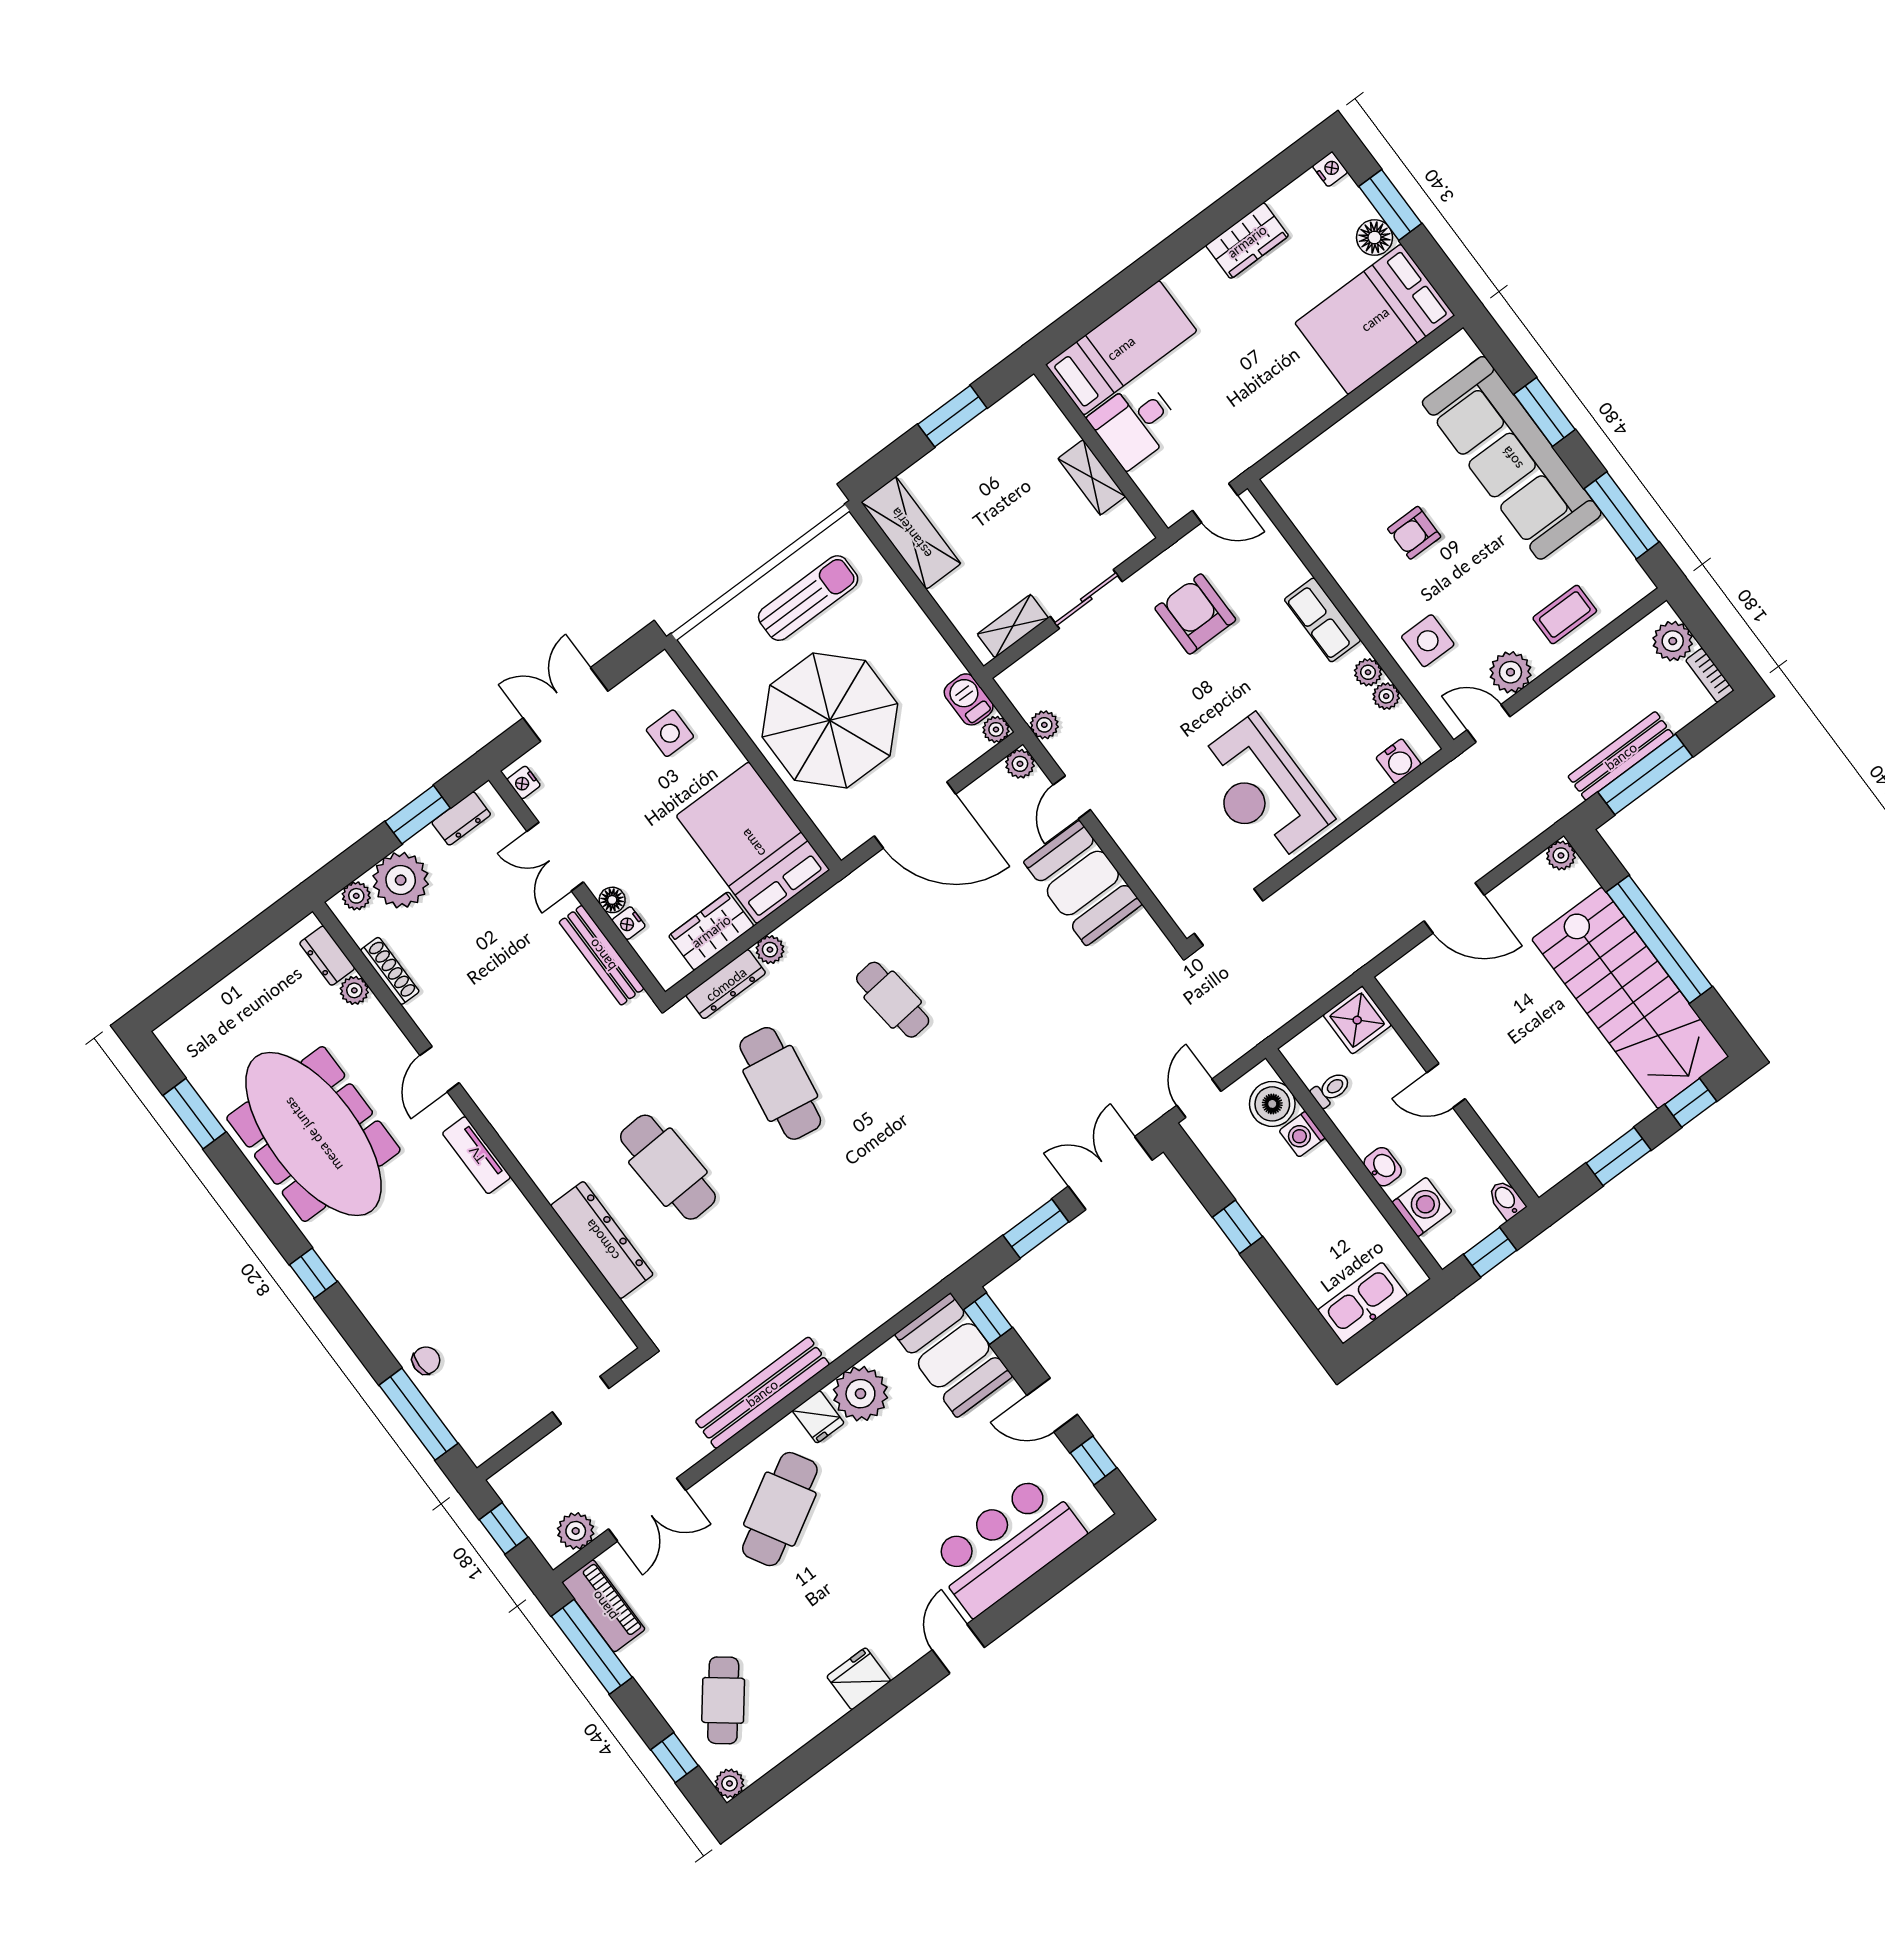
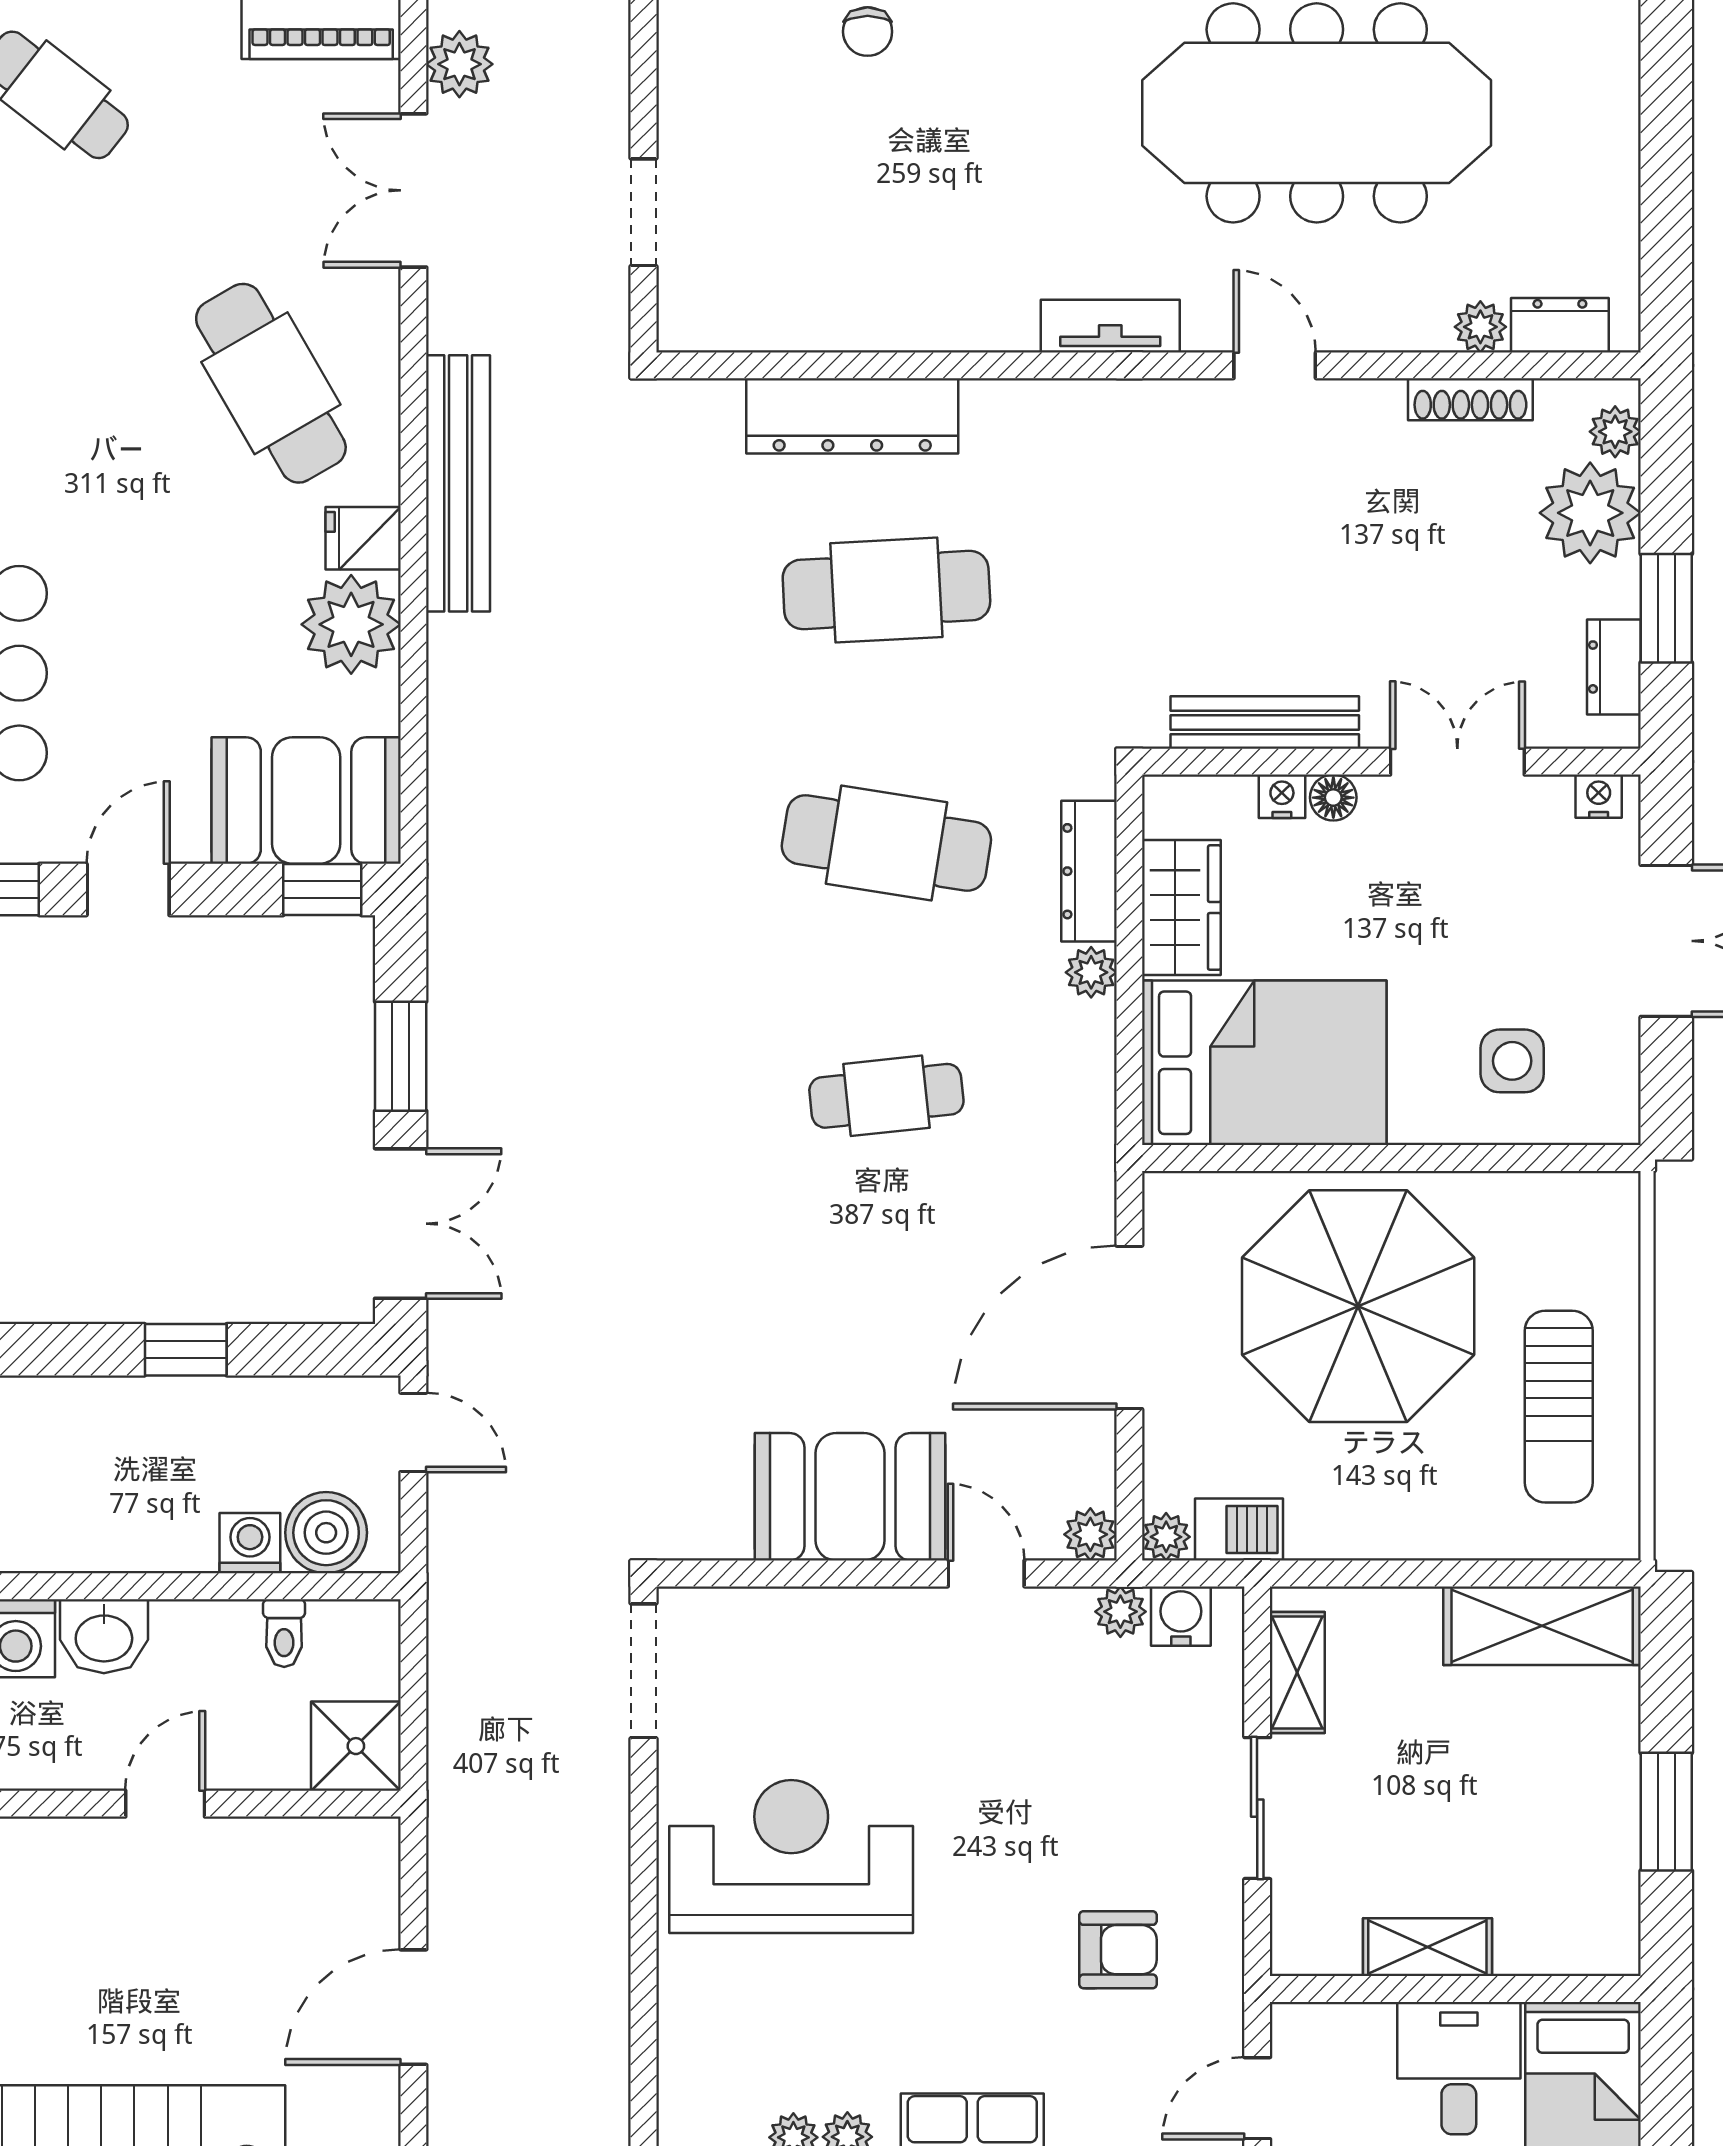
armchair: (1195, 614) -> (1118, 1950), width x0.72, depth x0.72
water cooler: (1399, 761) -> (1181, 1616), moved, turned 90
washbasin: (1383, 1167) -> (104, 1636), width x1.38, depth x1.45

